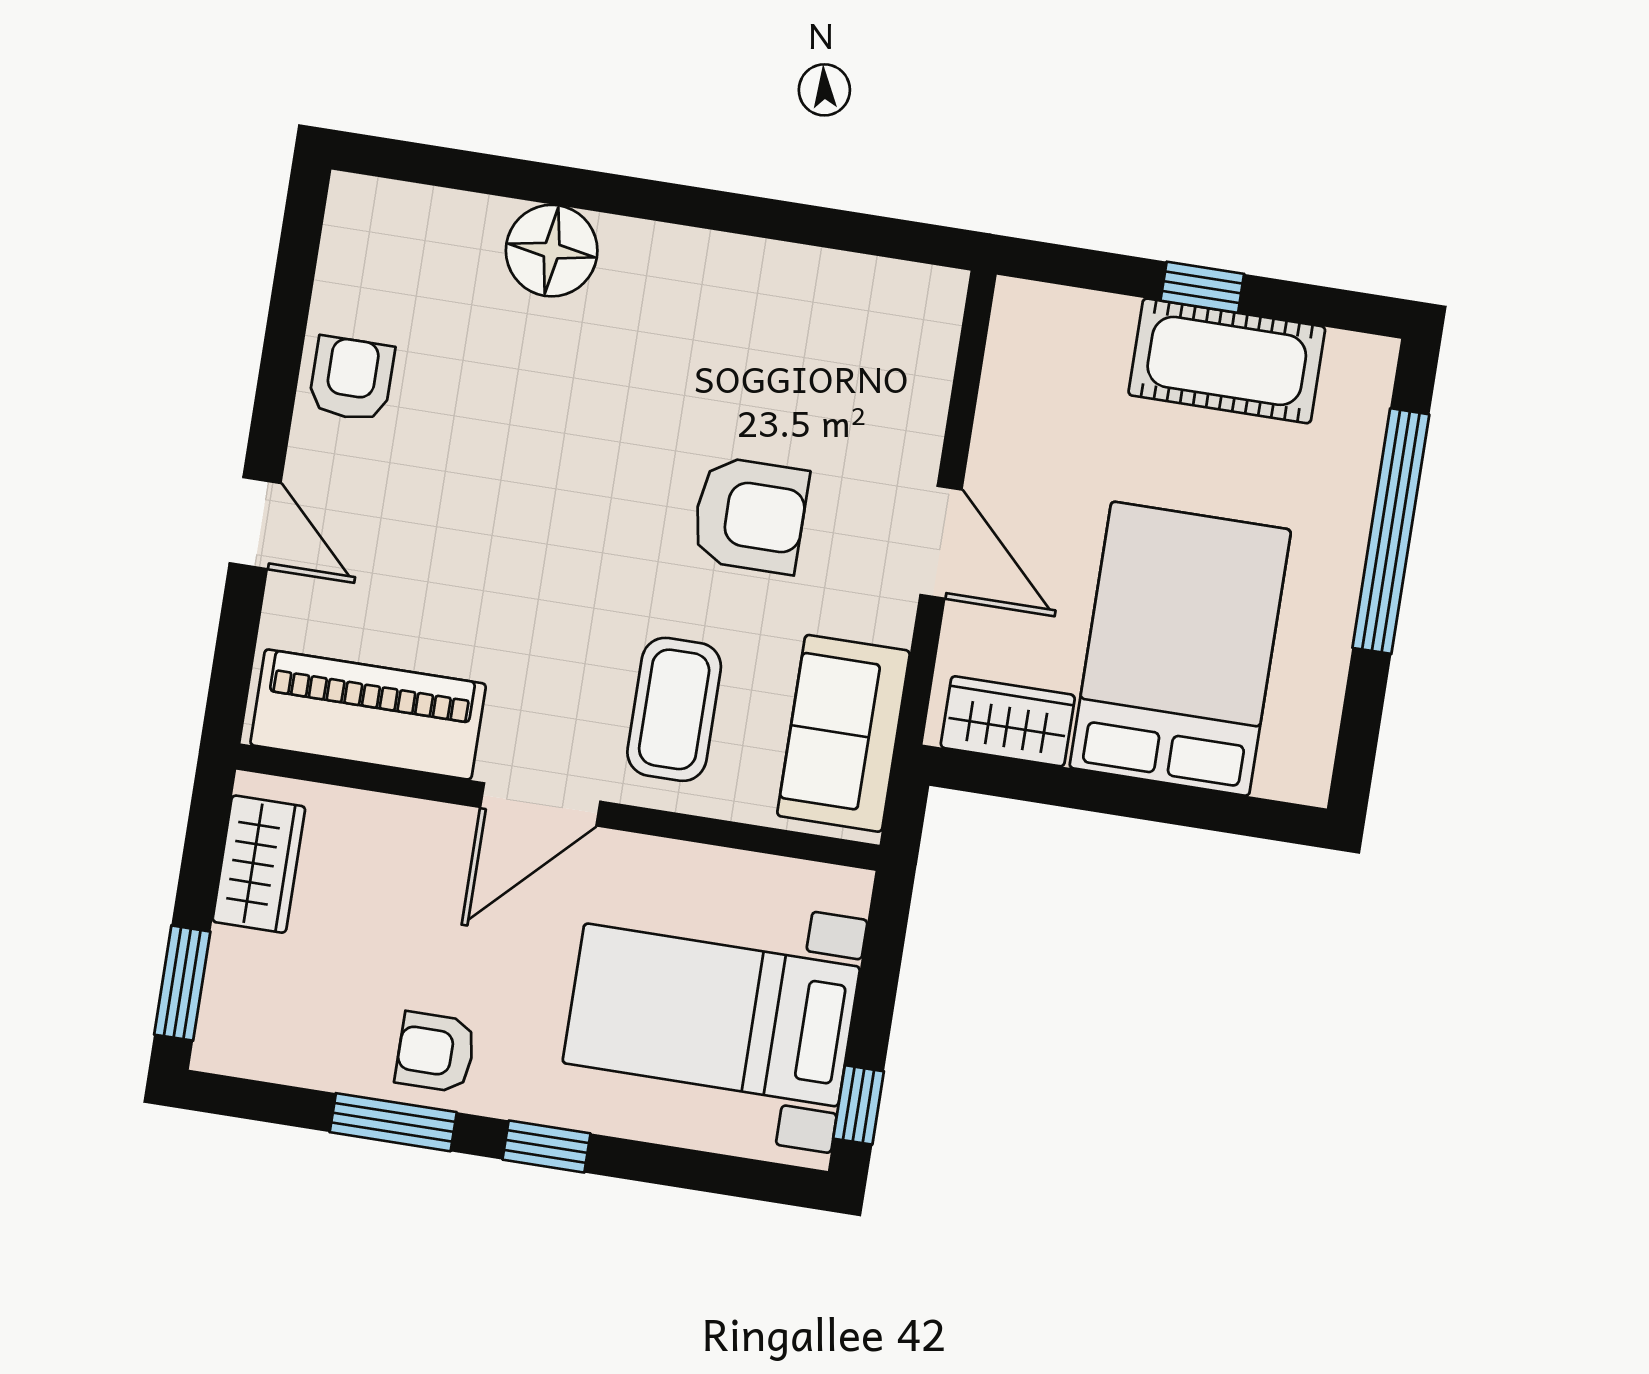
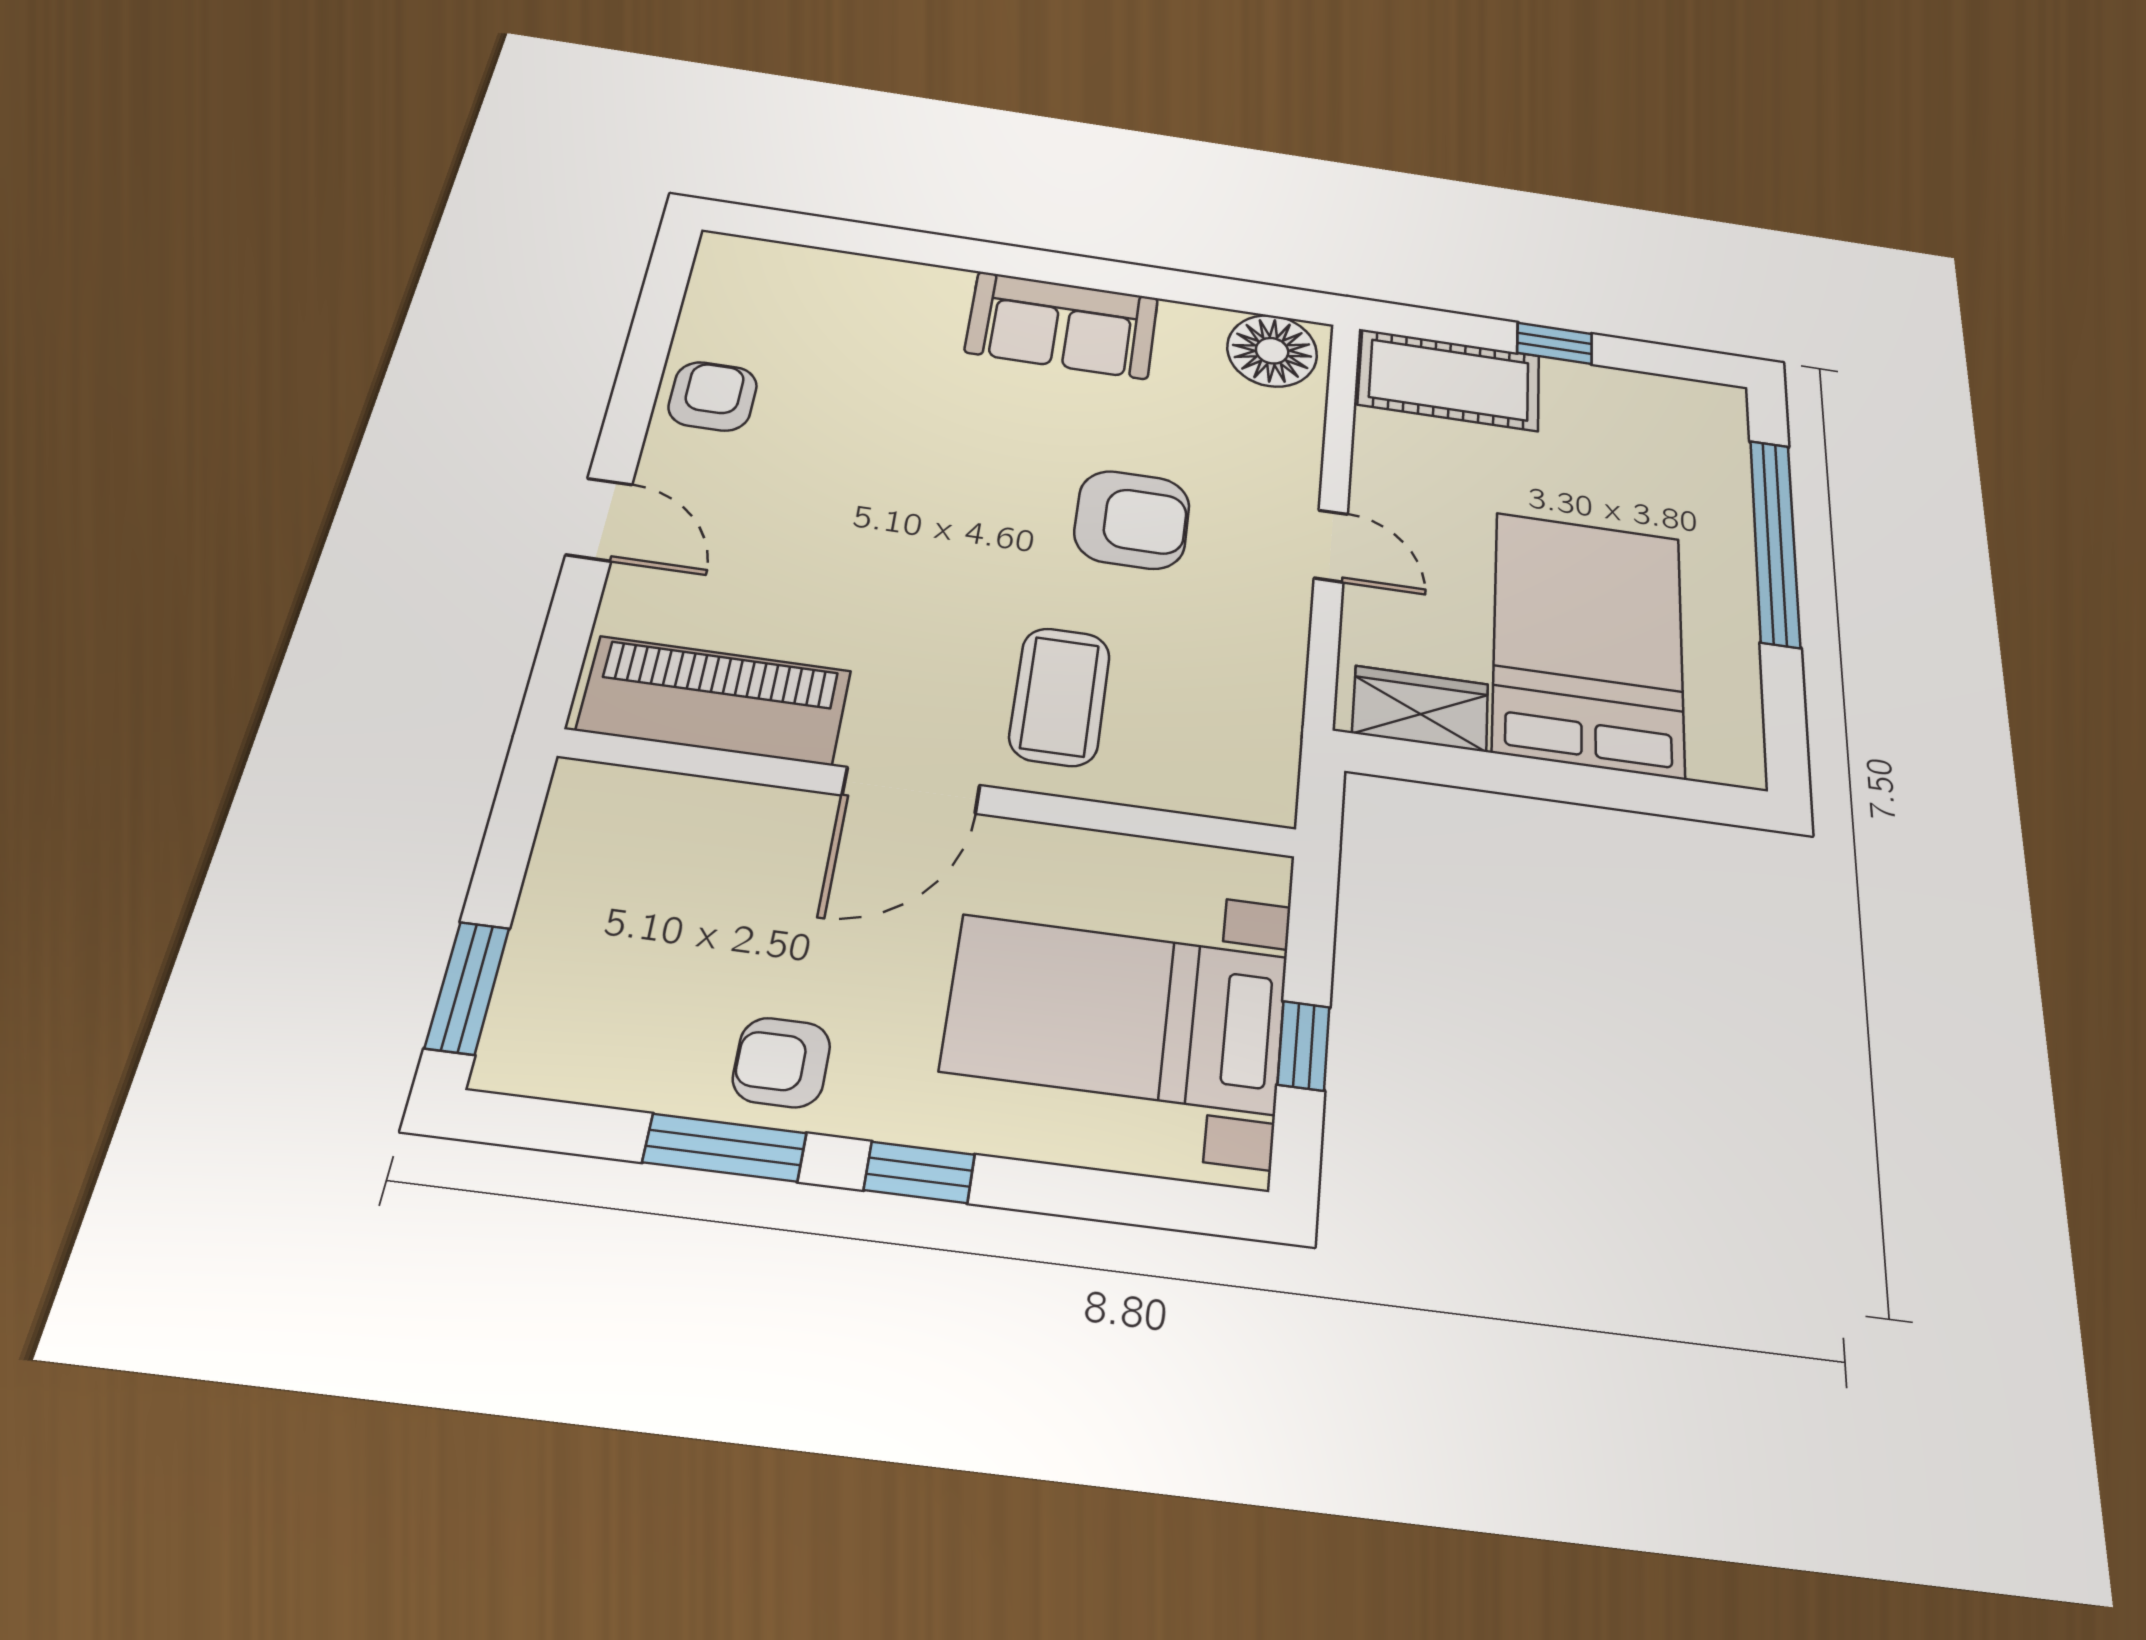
floor lamp: (552, 251) -> (1272, 351), moved
cot: (1227, 361) -> (1449, 380), moved
door: (941, 542) -> (1331, 546), width x0.73
sofa: (844, 733) -> (1062, 325), moved, turned -90
wardrobe: (259, 864) -> (575, 854), removed
window: (859, 1105) -> (1304, 1046), moved

